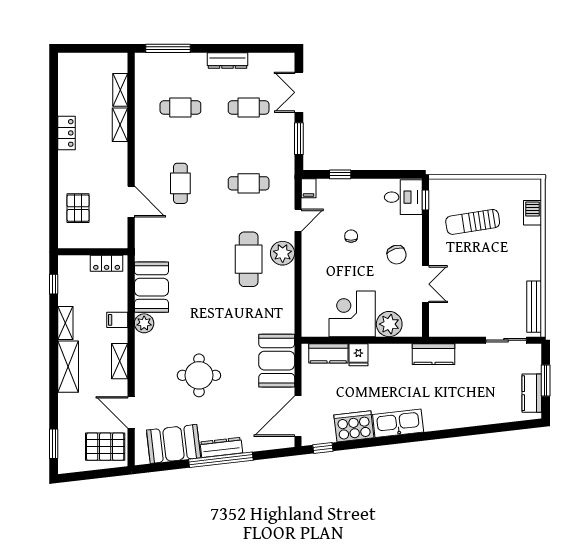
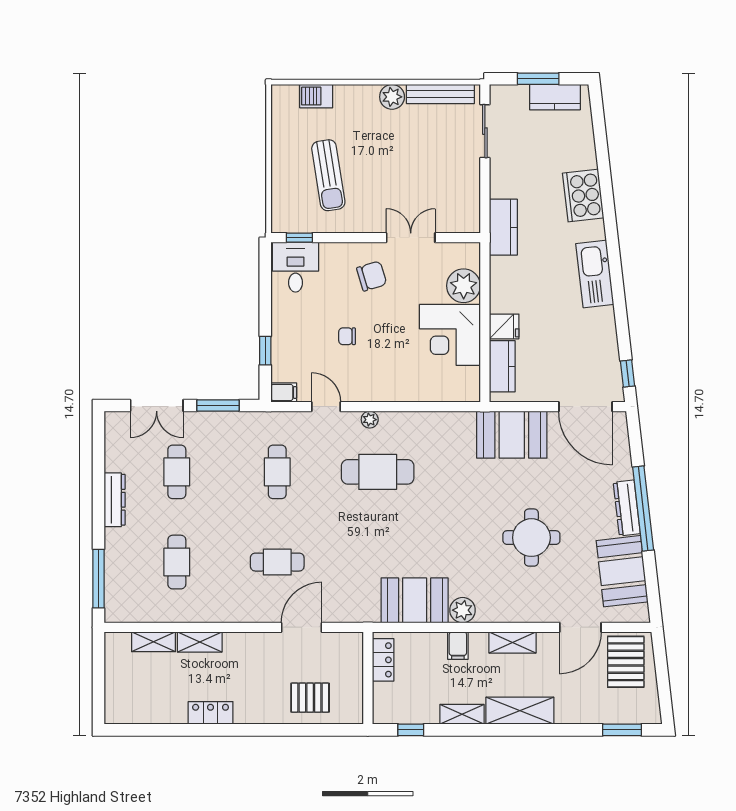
plant: (283, 253) -> (370, 420), width x0.53, depth x0.53
plant: (532, 270) -> (392, 97), added
cooker: (354, 426) -> (583, 195), moved

